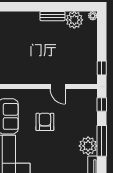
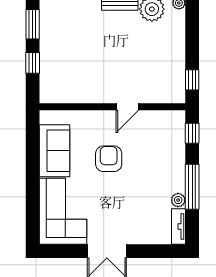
door: (58, 86) -> (127, 107), hinge flipped
plant: (88, 146) -> (178, 200), width x0.53, depth x0.53

